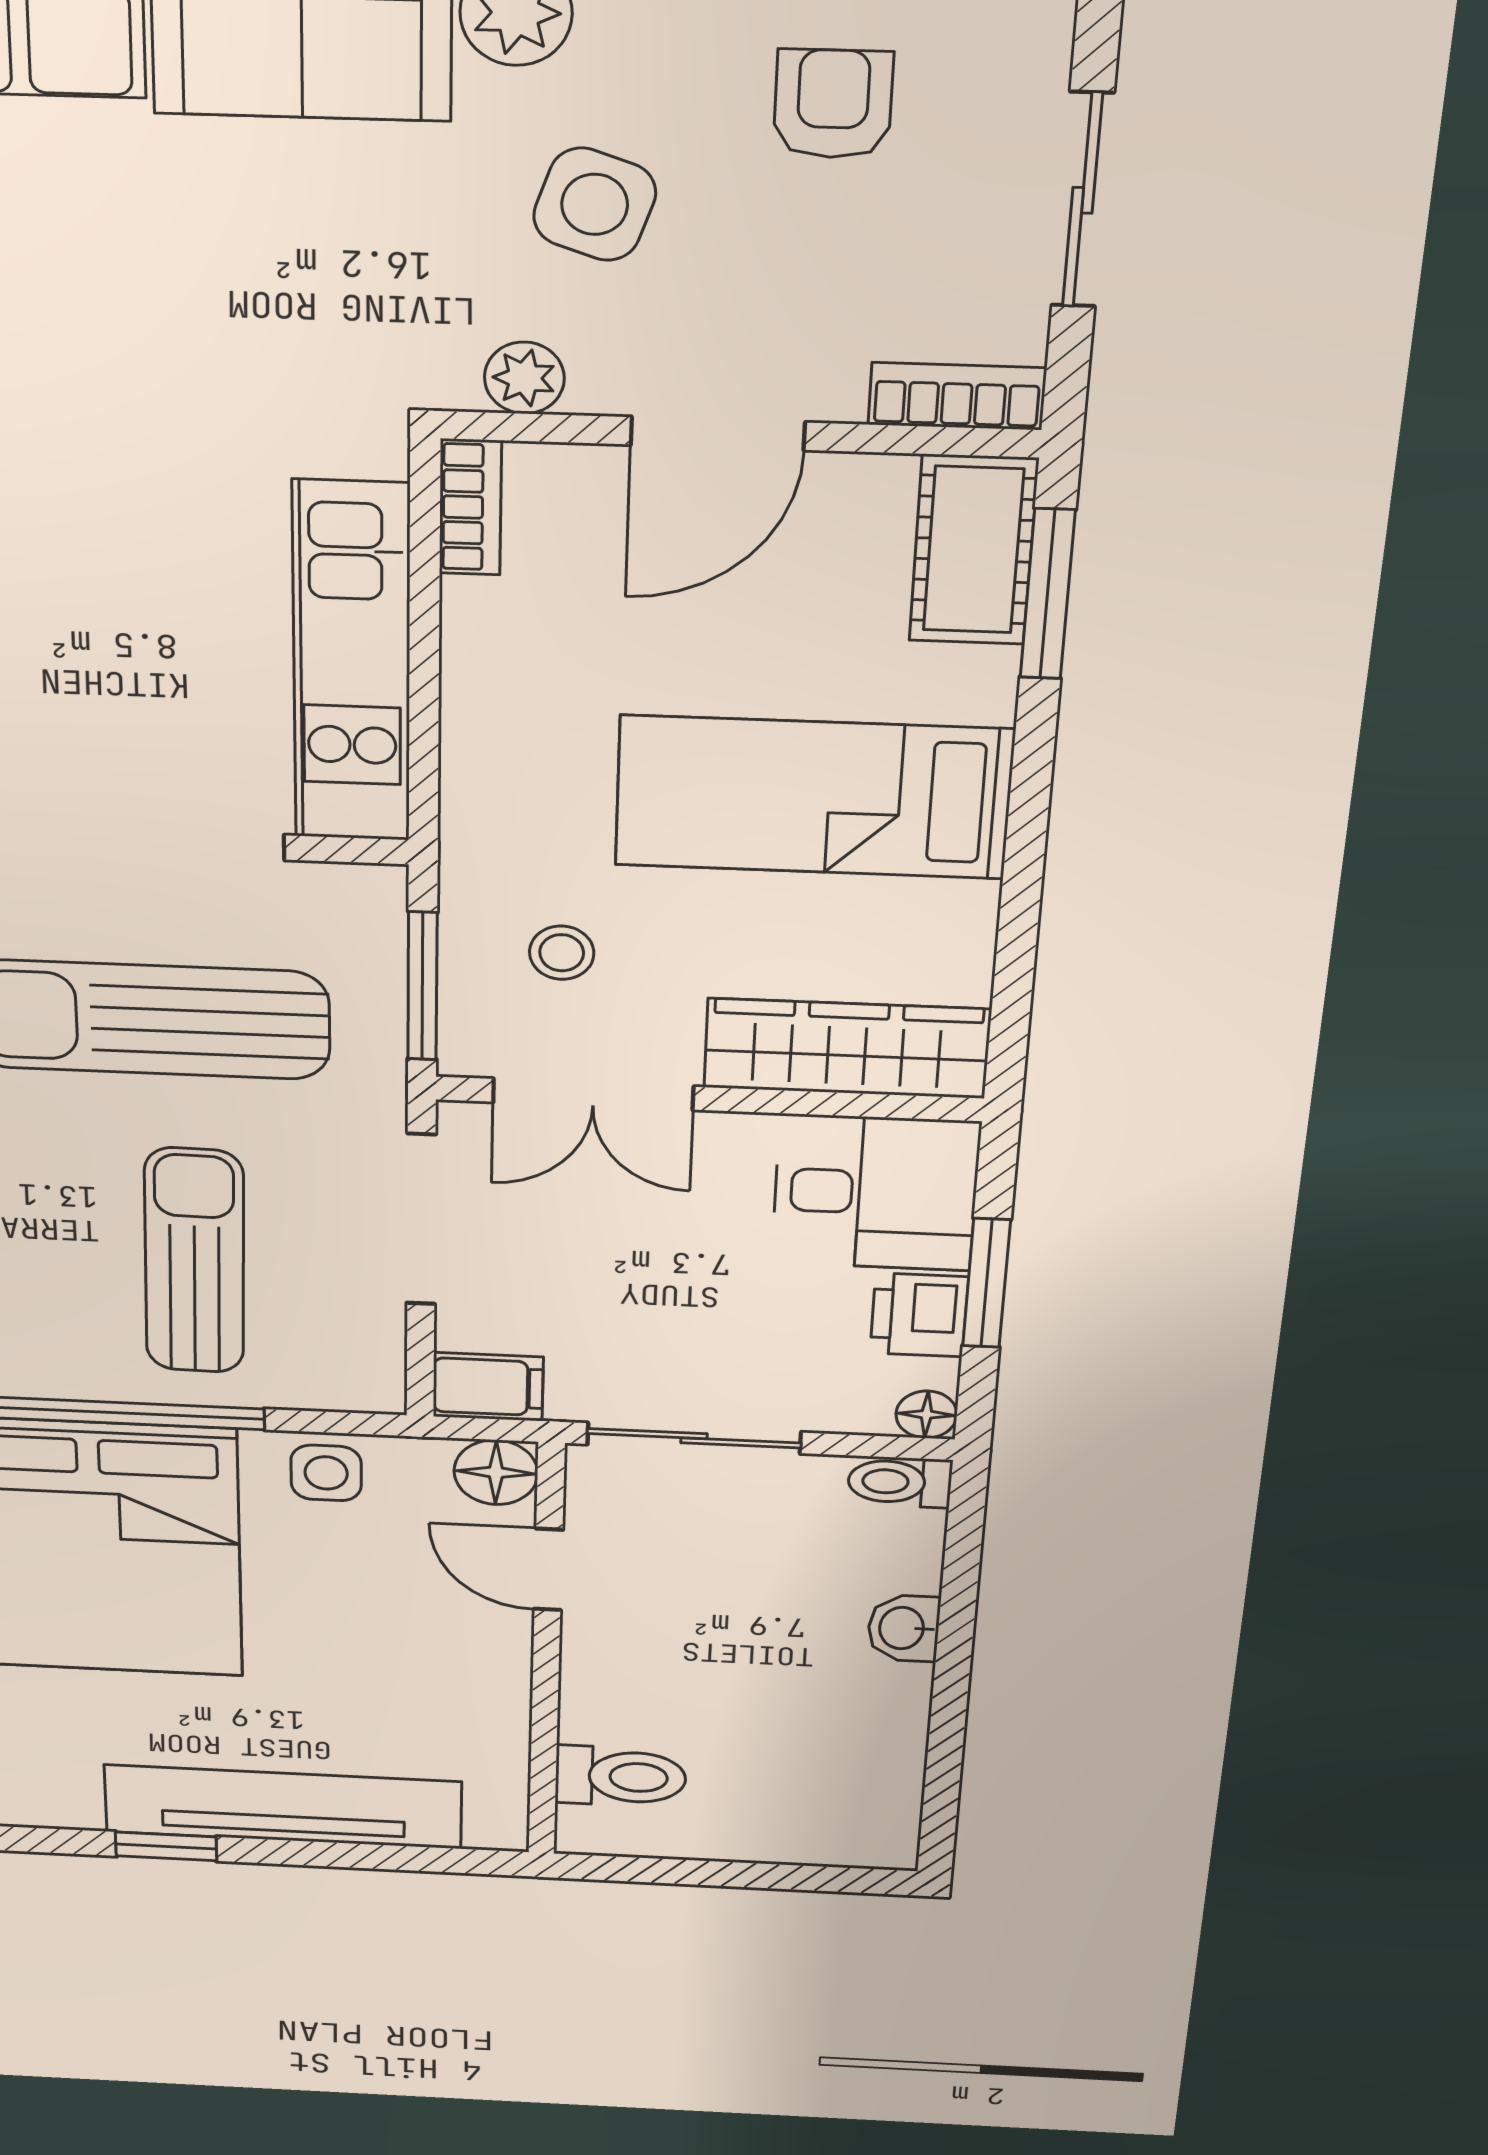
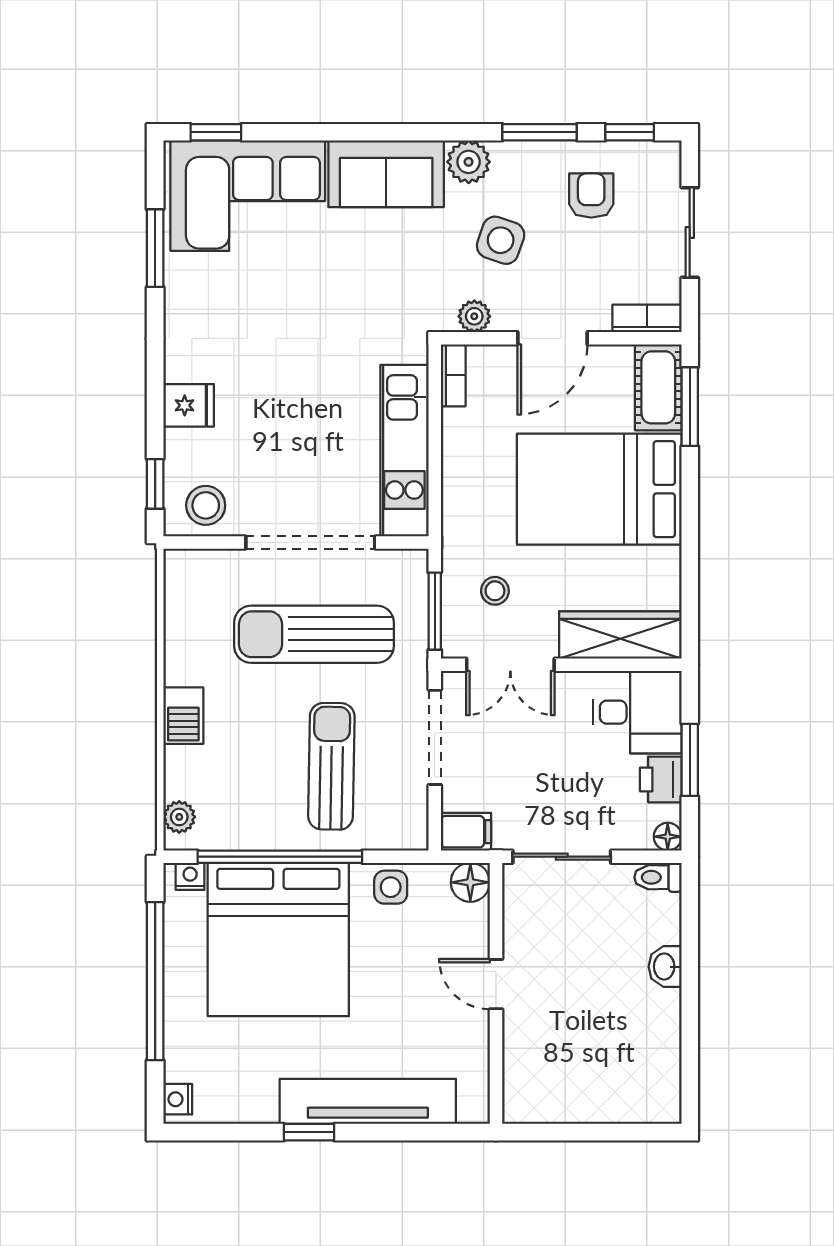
bed: (813, 797) -> (599, 489), width x1.50
door: (548, 1570) -> (496, 984), moved
toilet: (620, 1777) -> (534, 1070), removed

